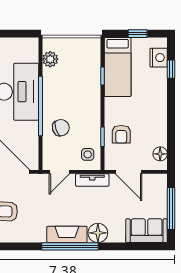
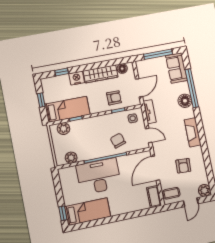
plant: (92, 57) -> (63, 129), added
nightstand: (159, 58) -> (77, 78), moved
wardrobe: (158, 122) -> (101, 74), added
fireplace: (67, 234) -> (193, 132), moved
window: (70, 246) -> (192, 88), moved

